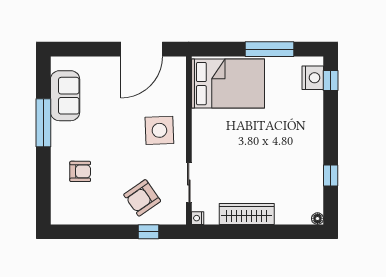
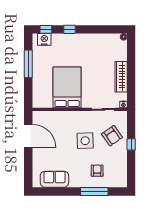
bed: (228, 84) -> (67, 87), moved
window: (43, 123) -> (94, 191), moved
side table: (159, 130) -> (85, 141), moved
window: (331, 176) -> (70, 29), moved
window: (148, 232) -> (131, 144), moved

